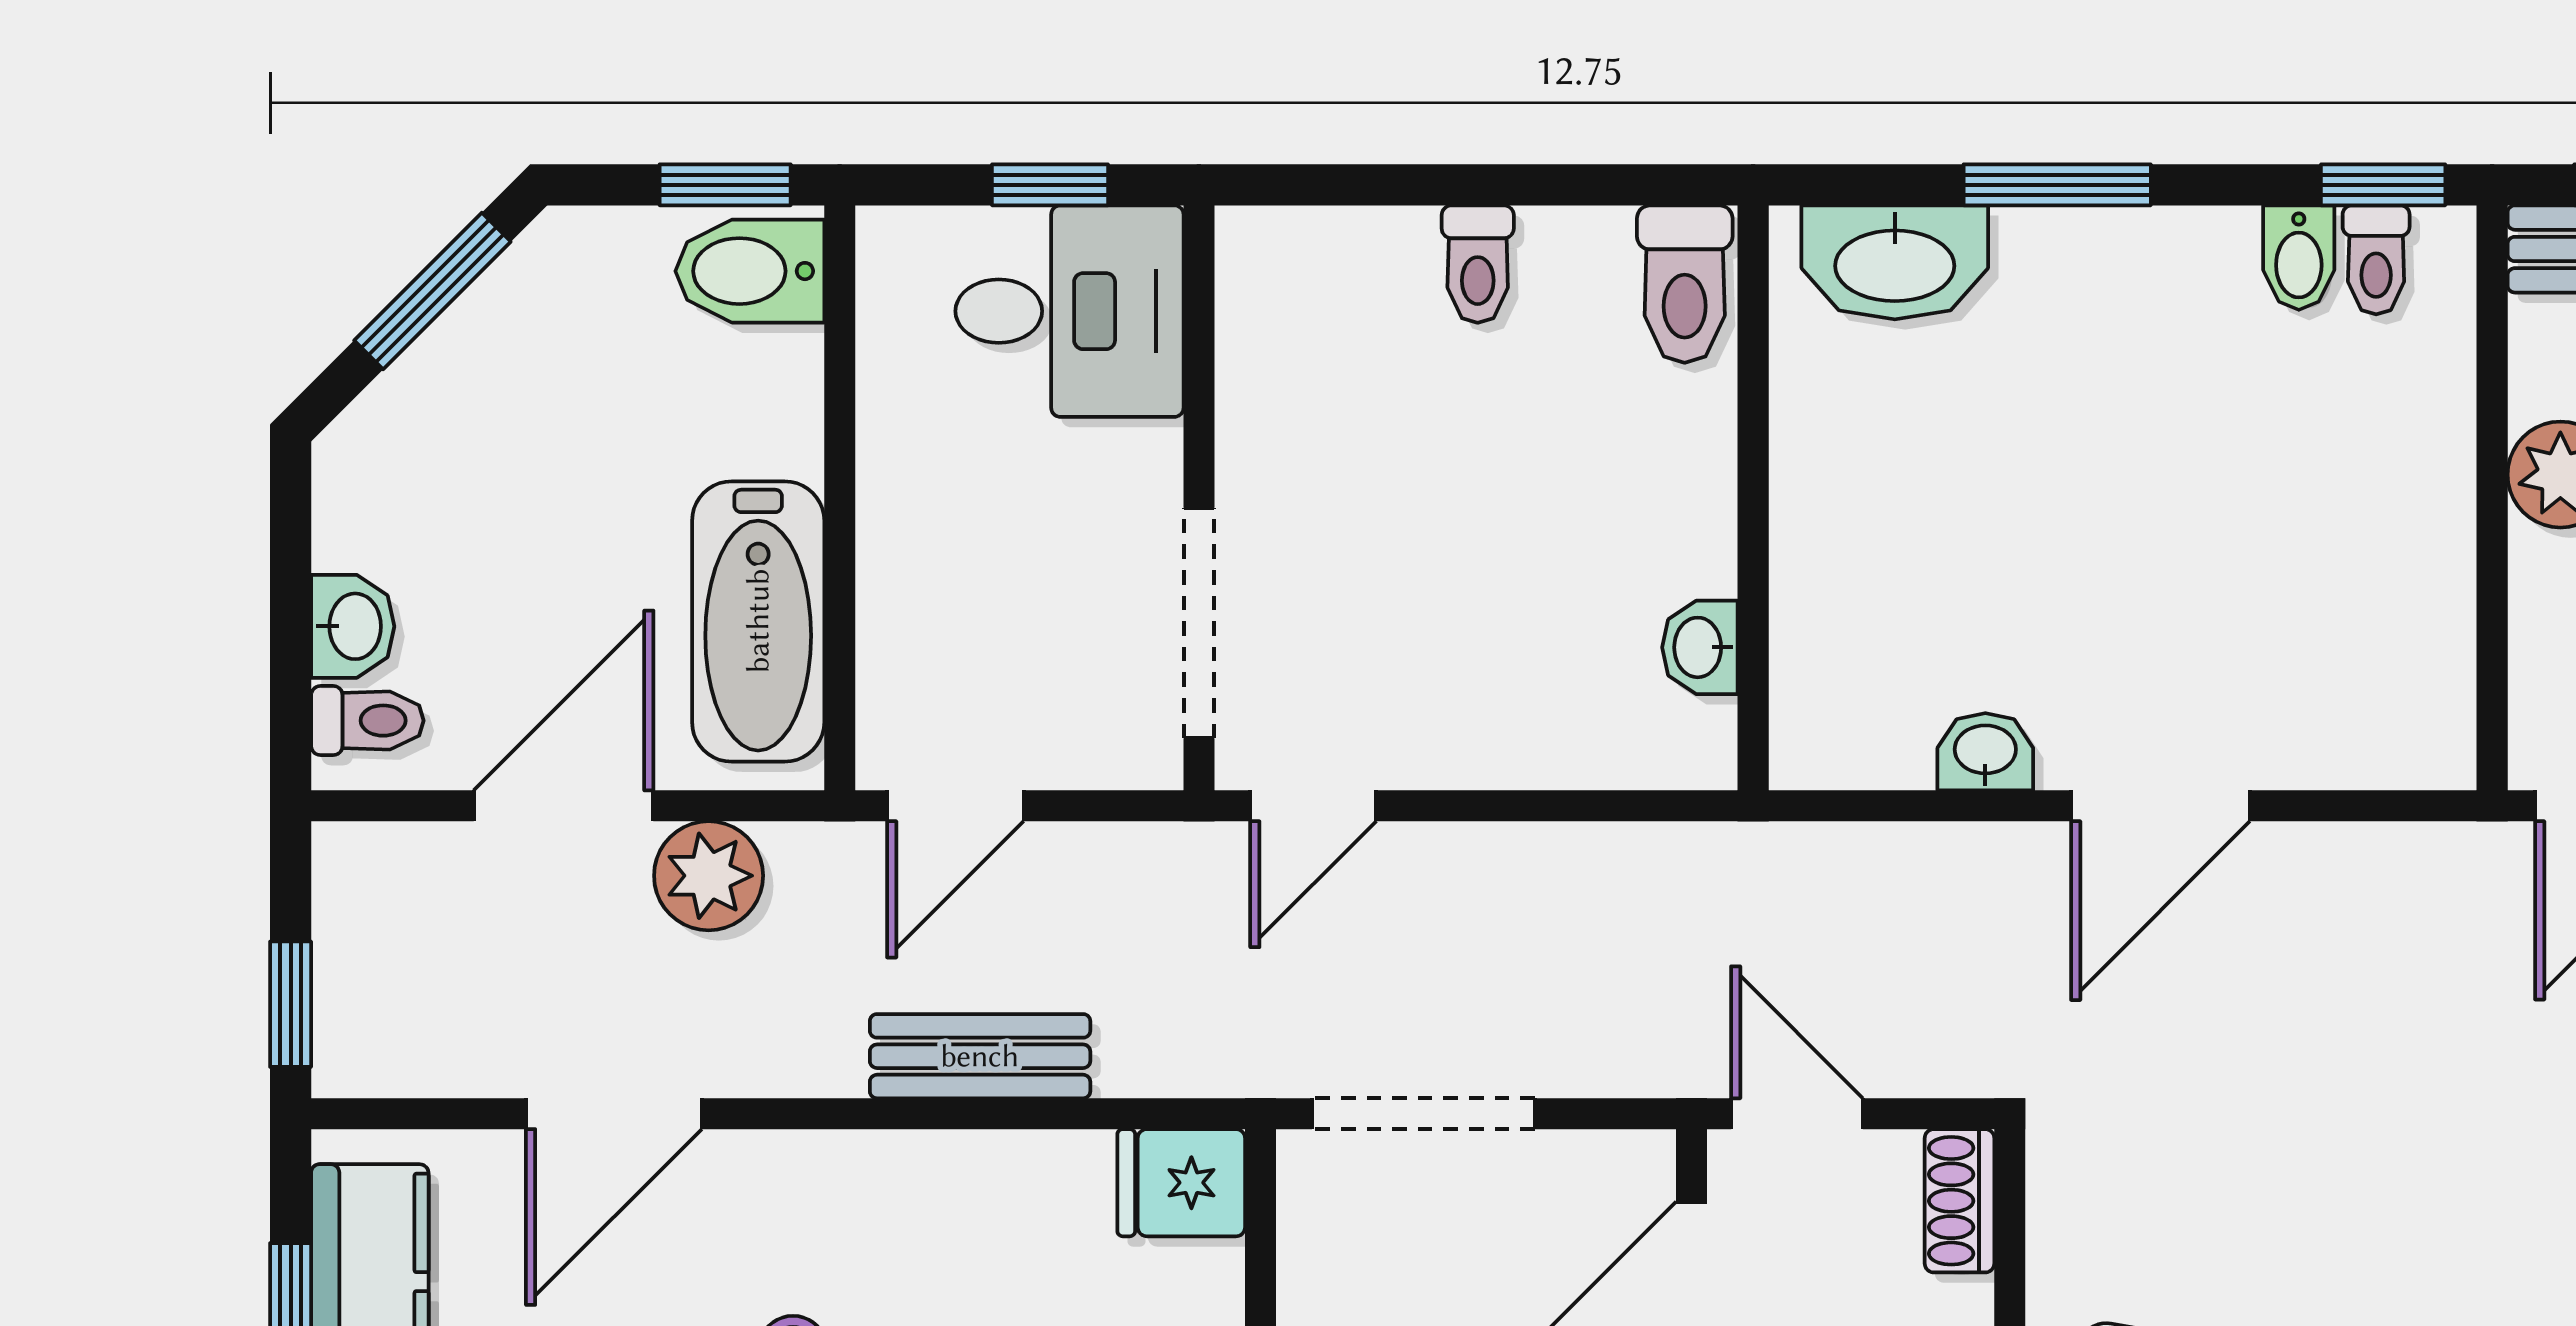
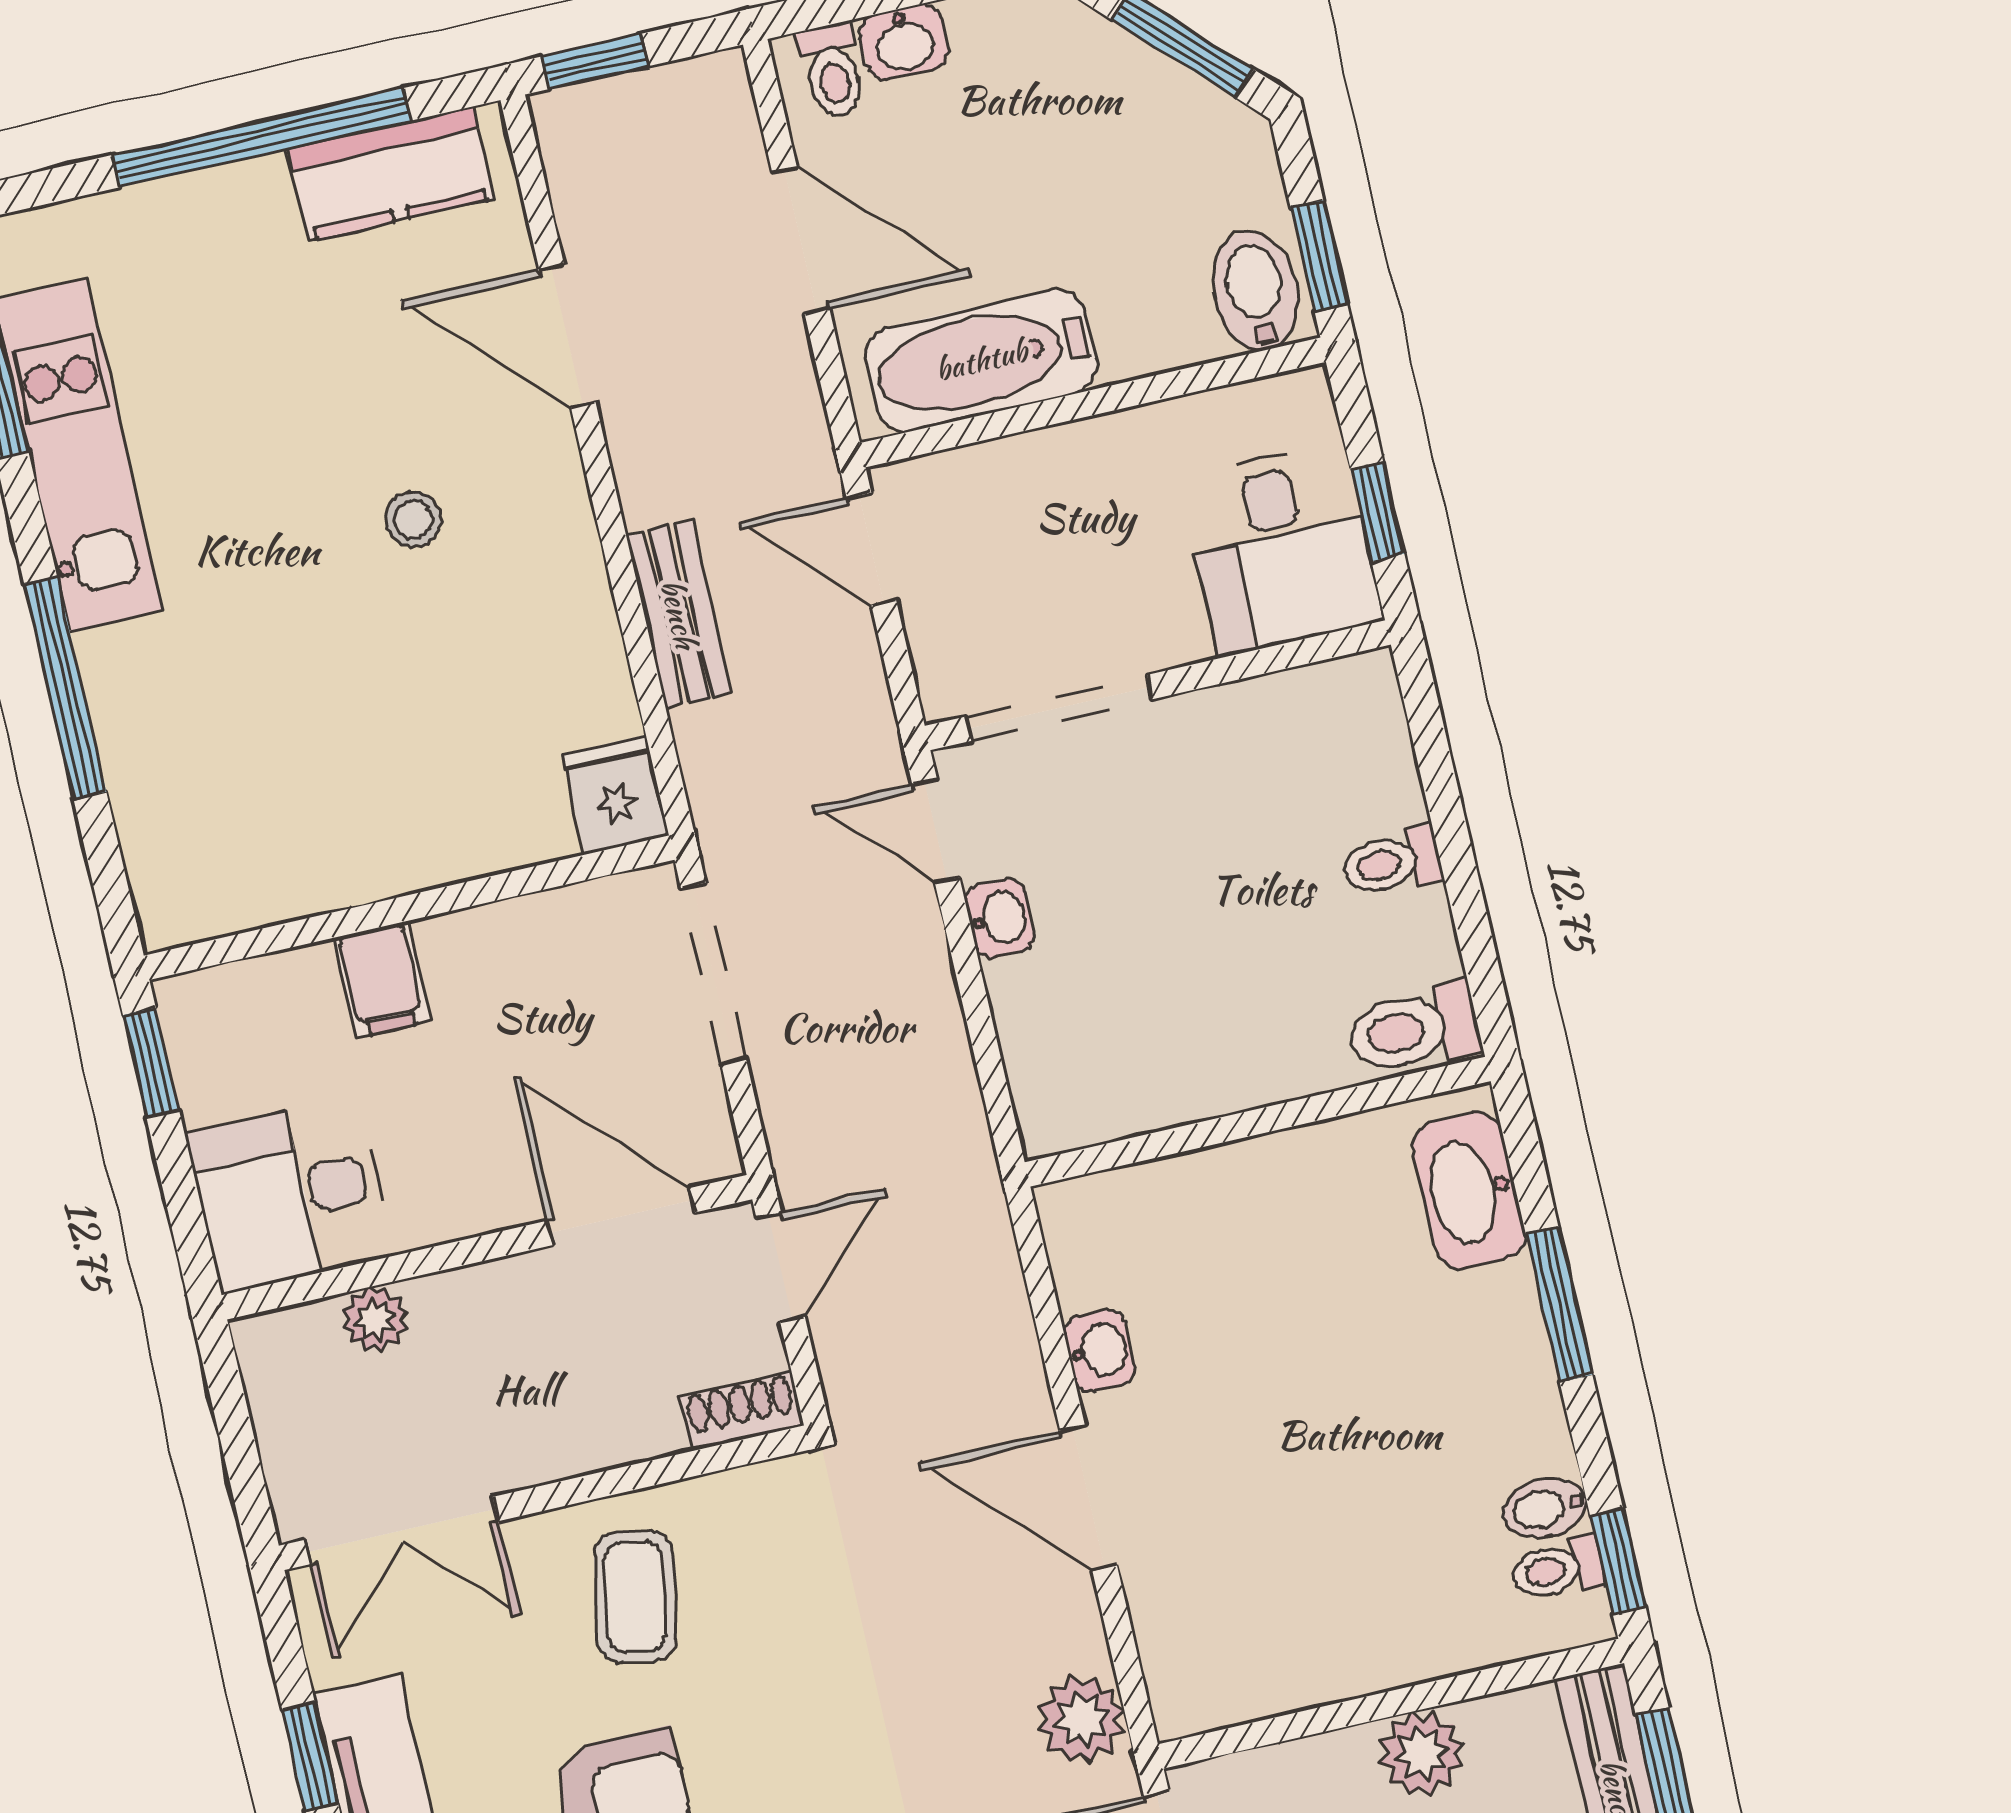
washbasin: (1700, 647) -> (1000, 918), moved, turned 90
plant: (709, 876) -> (1081, 1719), moved

